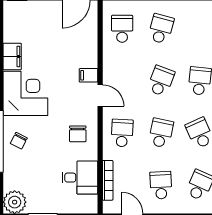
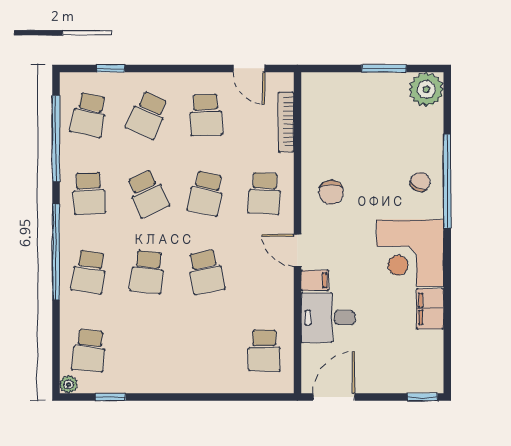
school desk: (161, 29) -> (206, 350), removed
school desk: (161, 81) -> (206, 272), turned -33
chair: (78, 134) -> (331, 192), turned 180
desk: (80, 178) -> (328, 318), moved

